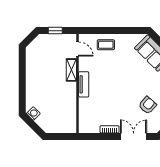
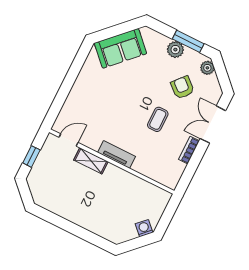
coffee table: (106, 45) -> (158, 119), moved
washing machine: (33, 114) -> (144, 228), moved

